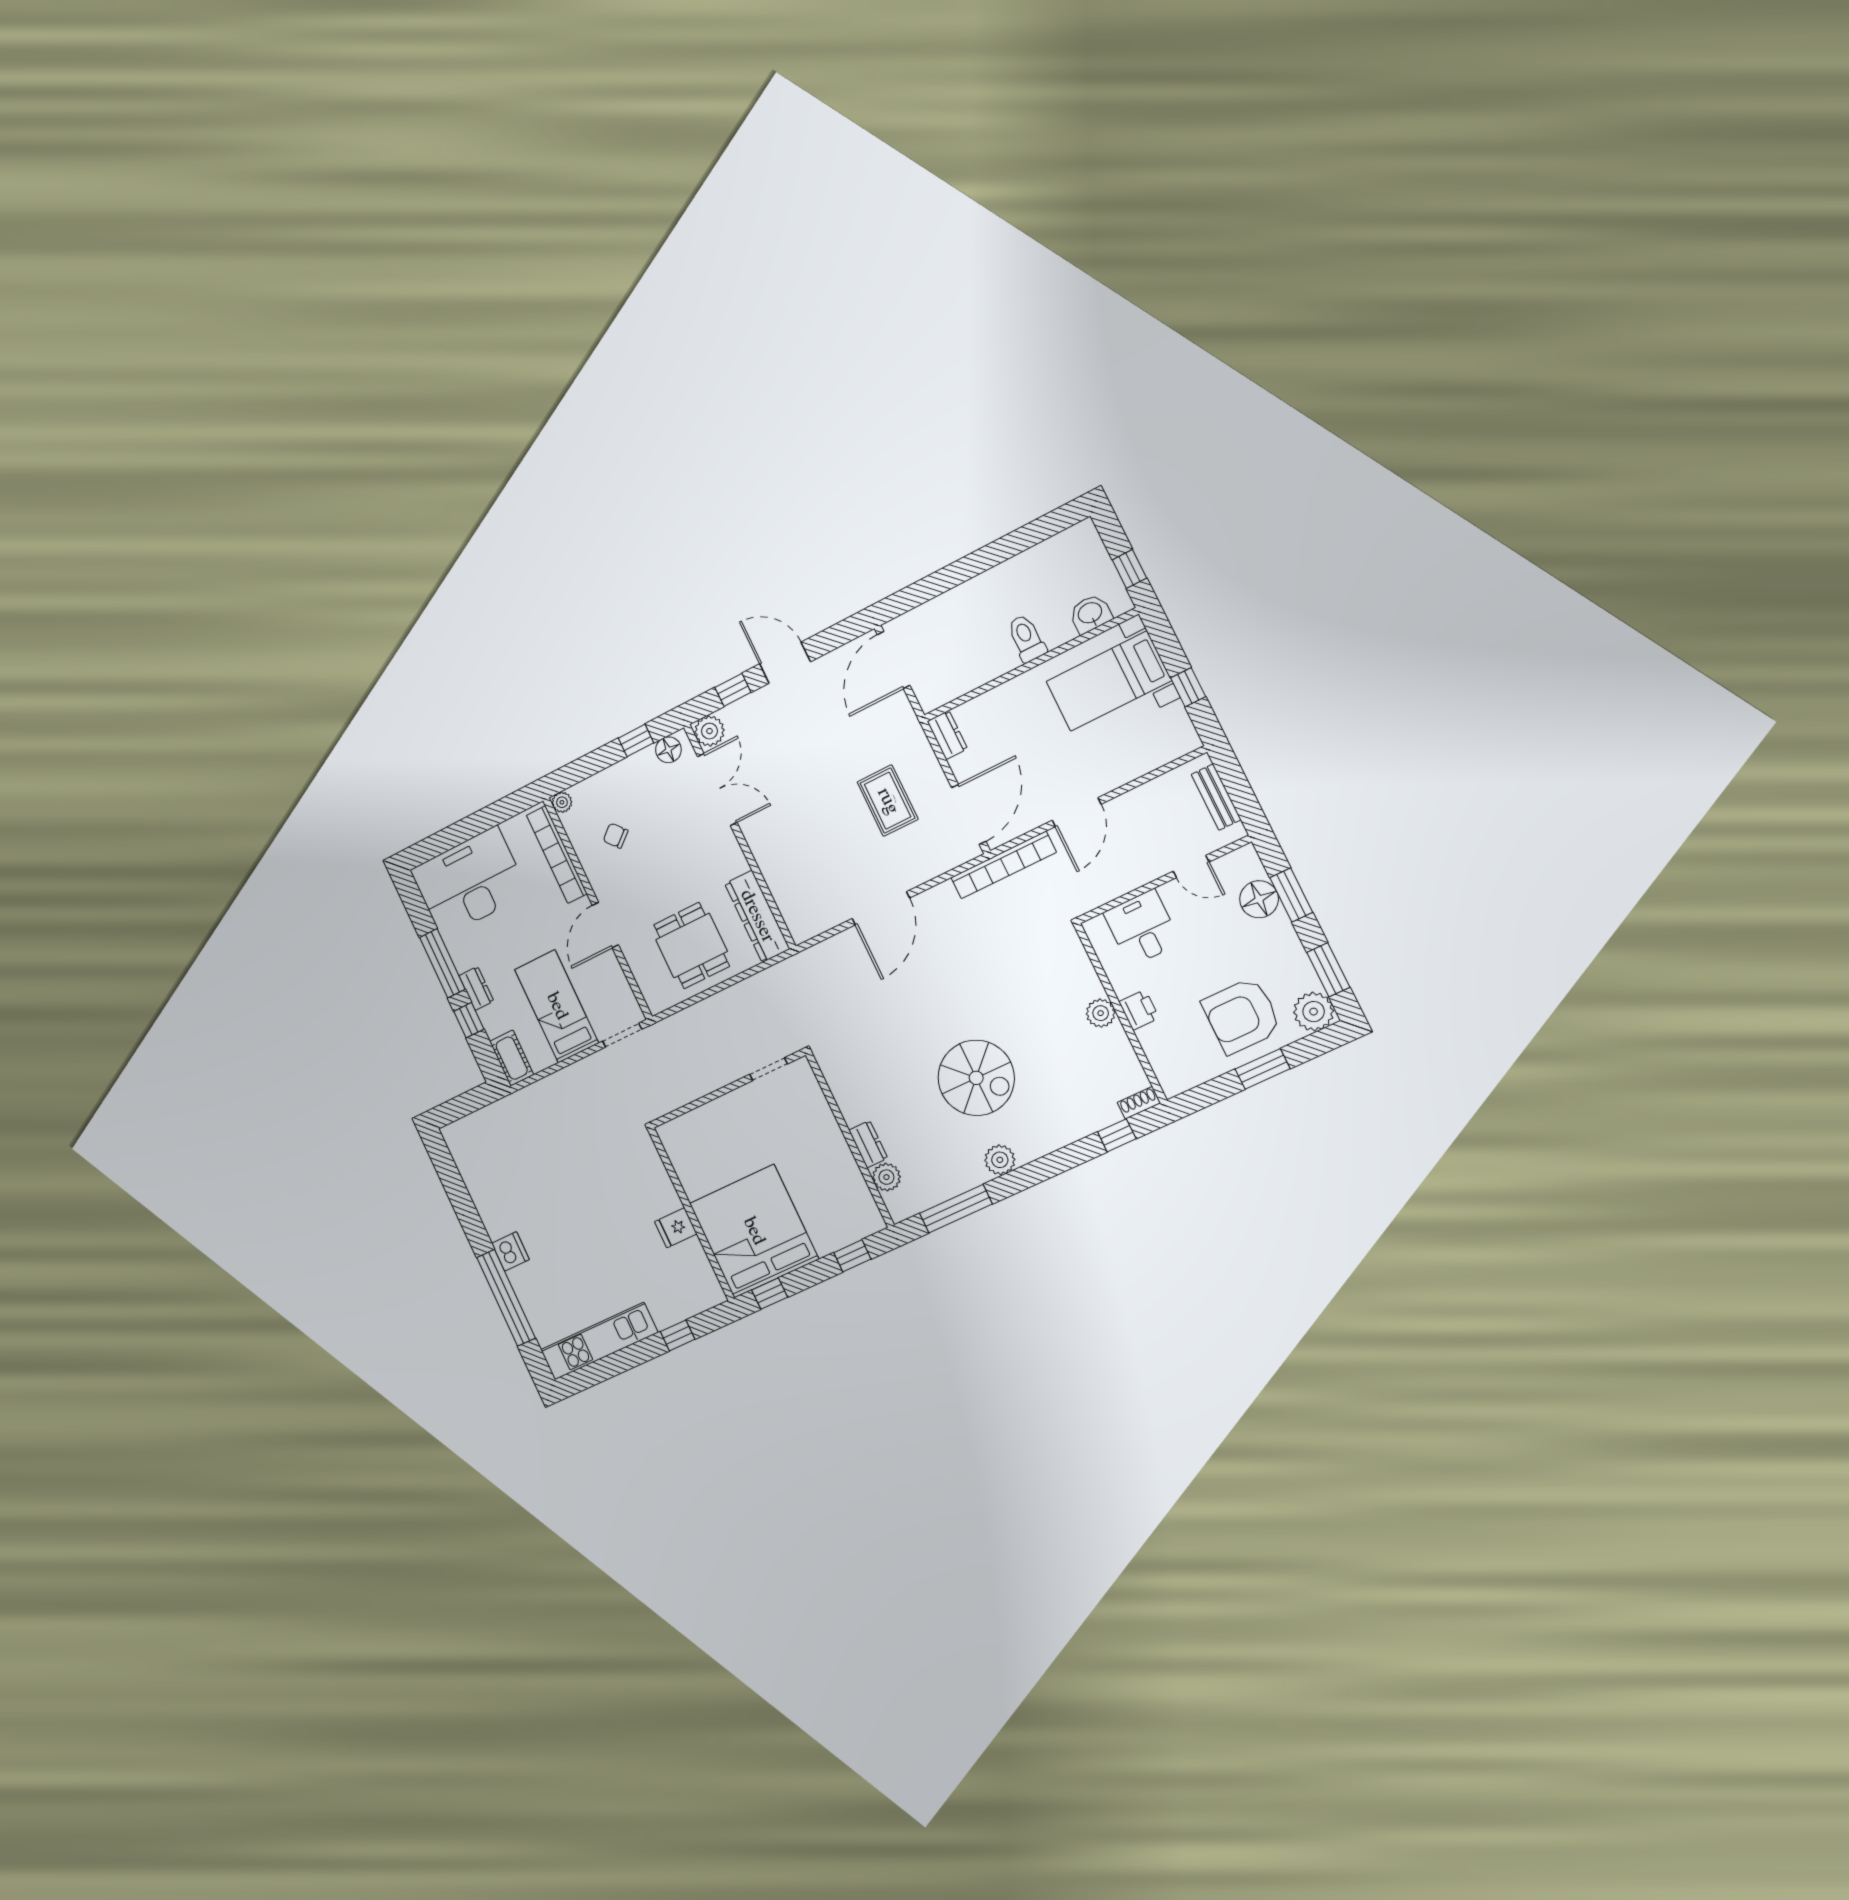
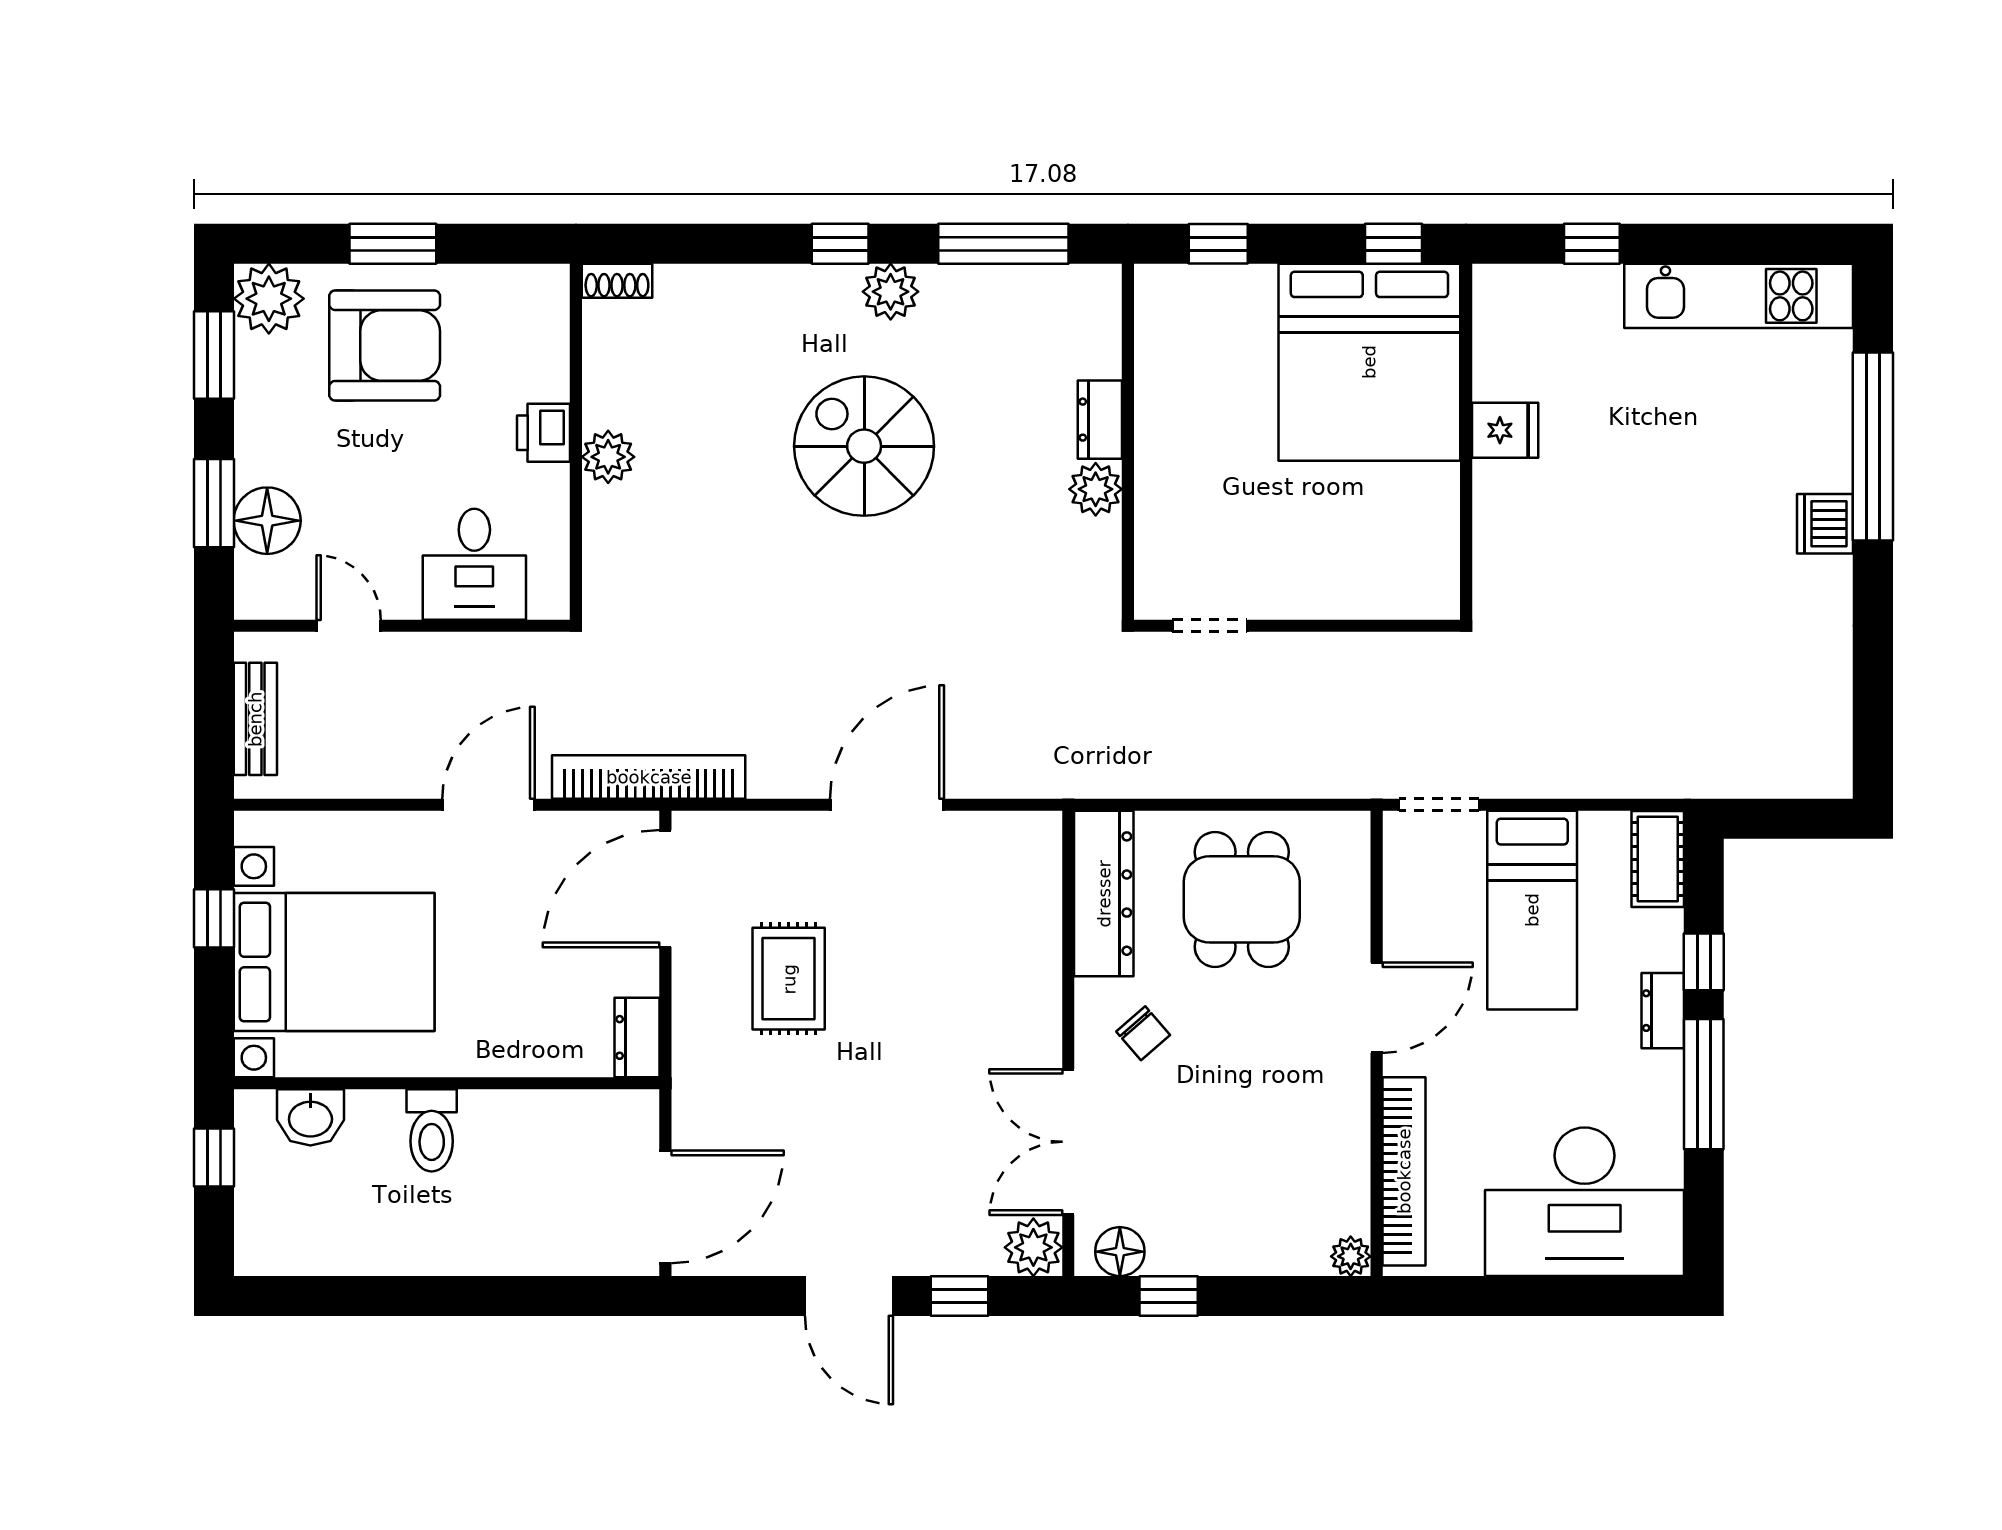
bed with nightstands: (1109, 681) -> (334, 962), width x1.36
chair: (616, 836) -> (1143, 1033), moved
window: (1117, 1135) -> (840, 244), moved
plant: (886, 1177) -> (1096, 489), moved

